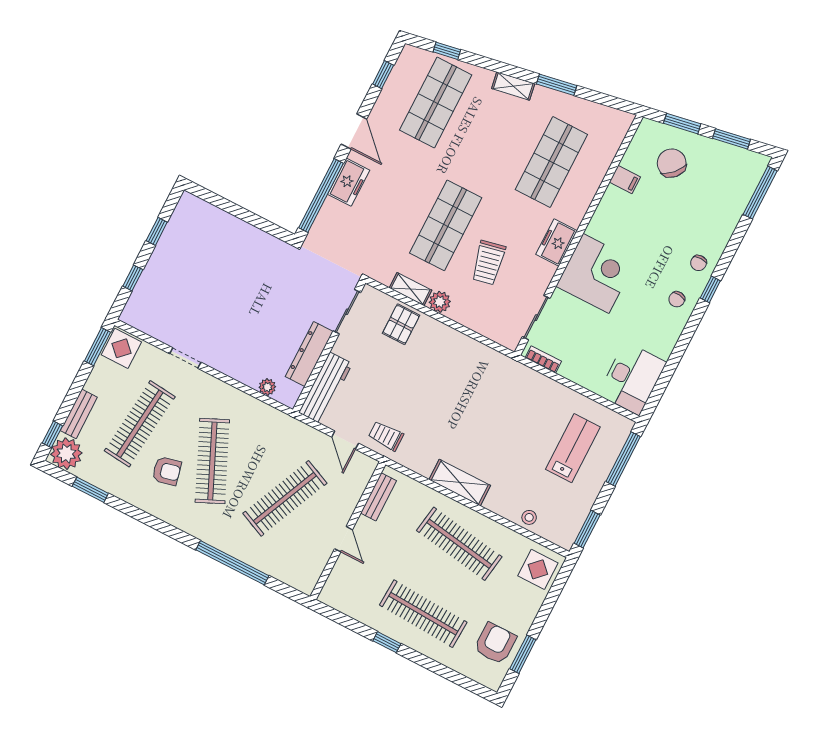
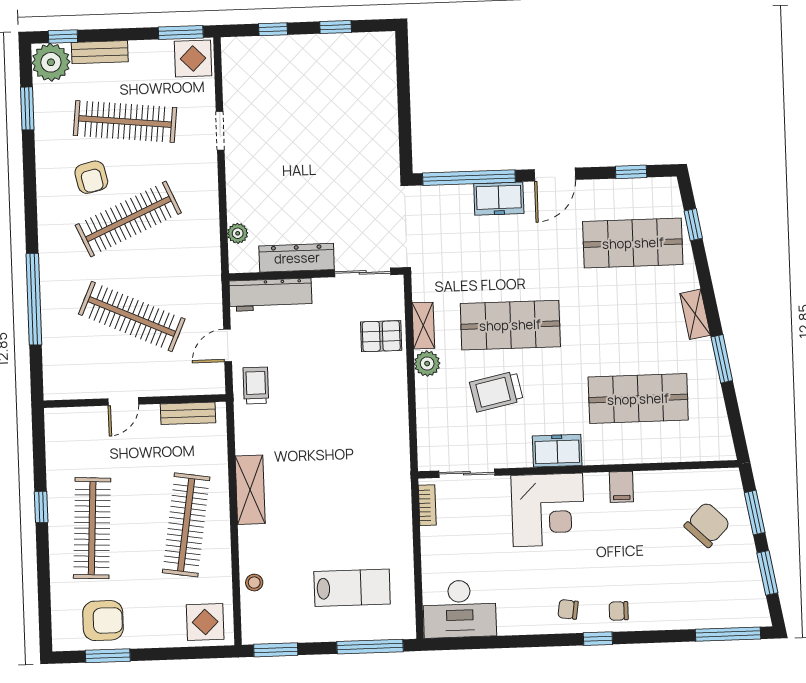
filing cabinet: (625, 180) -> (621, 487), moved

